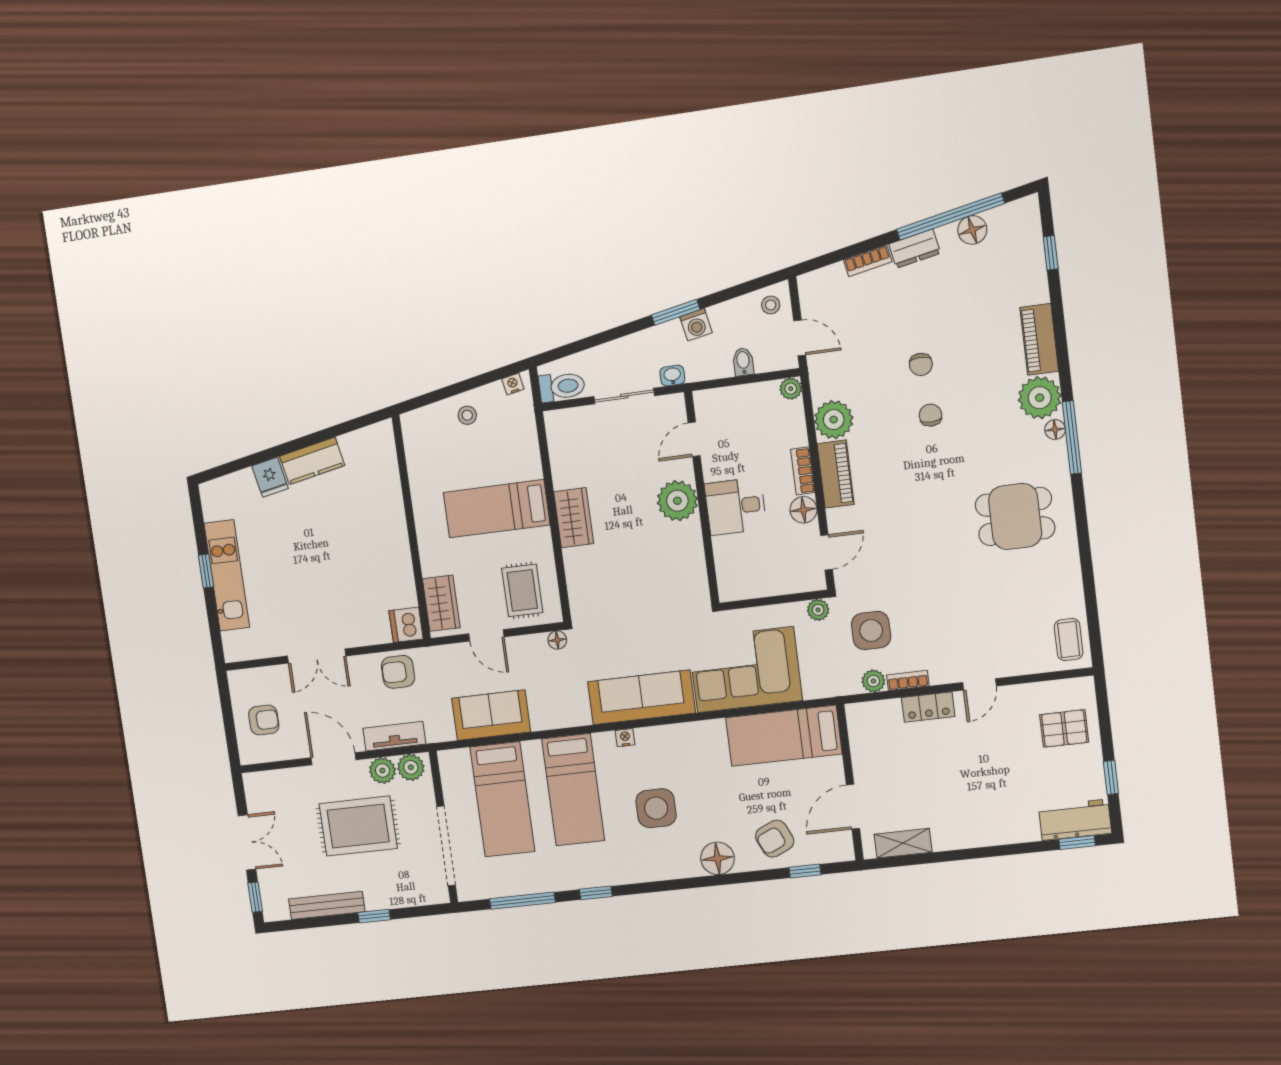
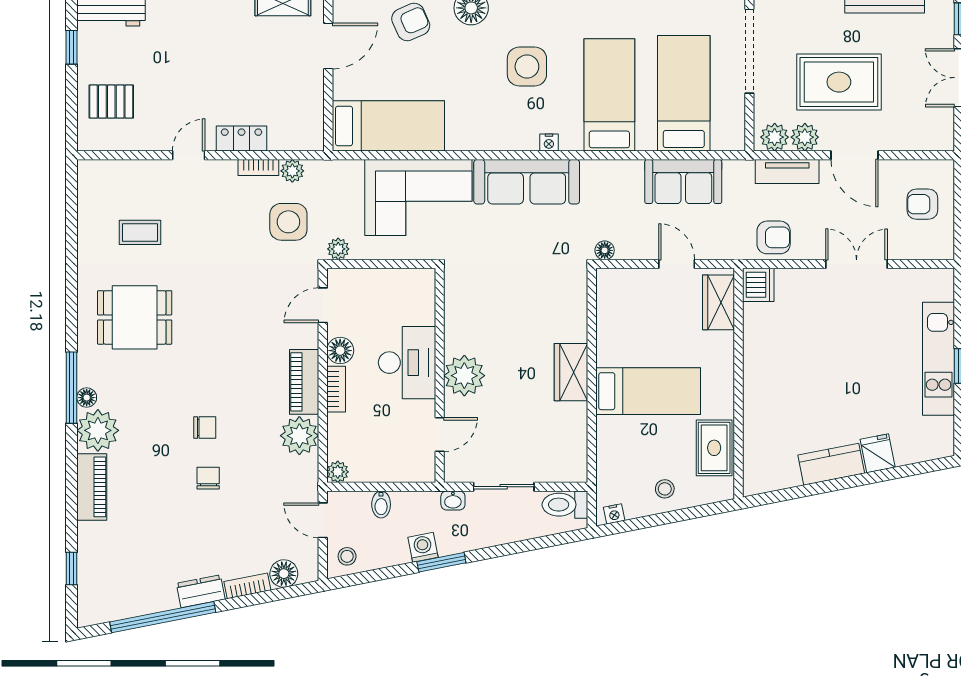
floor lamp: (972, 230) -> (284, 574), moved
chair: (930, 415) -> (205, 428), turned -90
desk: (736, 506) -> (407, 363), width x1.37
rug: (522, 590) -> (714, 448), moved
coffee table: (1069, 640) -> (140, 232), moved, turned 90

